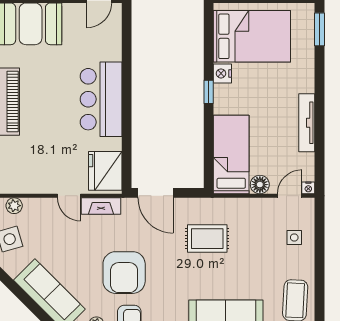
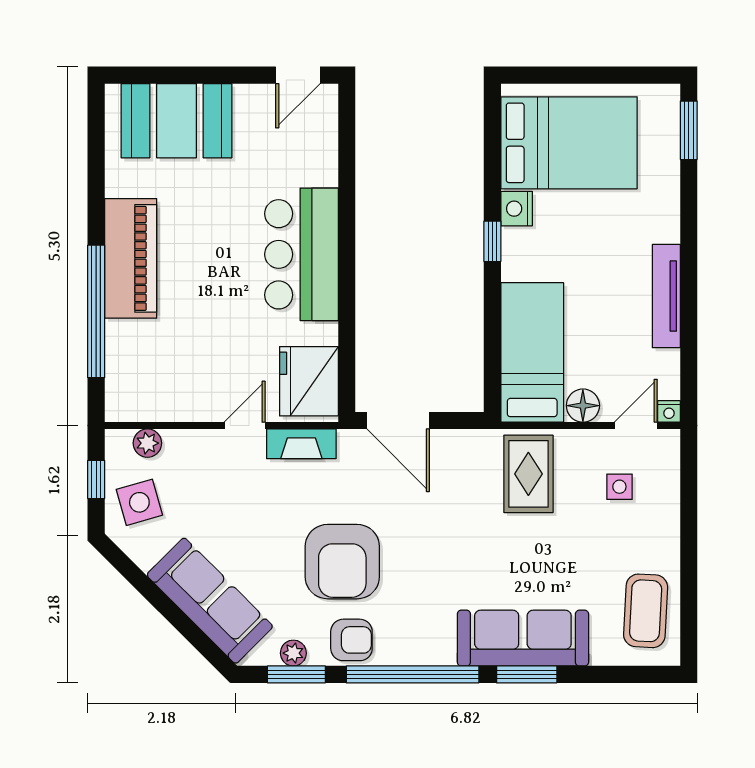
door: (69, 196) -> (245, 426), swing flipped
side table: (294, 237) -> (619, 487), moved
rug: (207, 239) -> (528, 474), moved, turned 90

